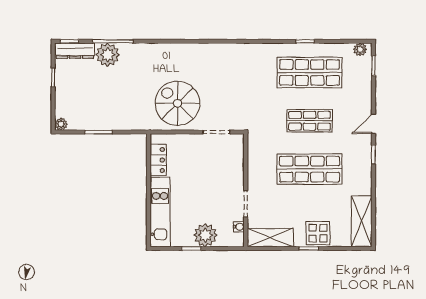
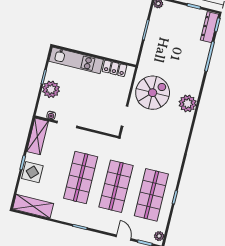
plant: (108, 55) -> (188, 103), moved
shop shelf: (310, 121) -> (116, 186), width x1.43, depth x1.36
door: (373, 124) -> (124, 238), moved

